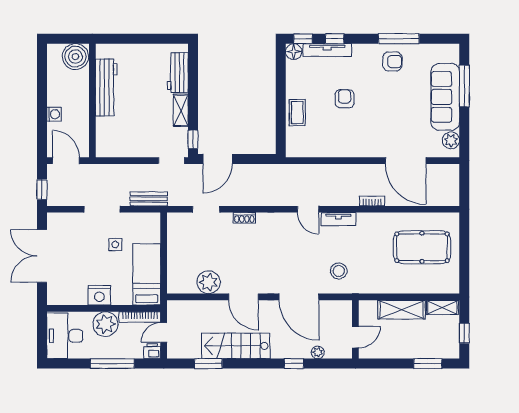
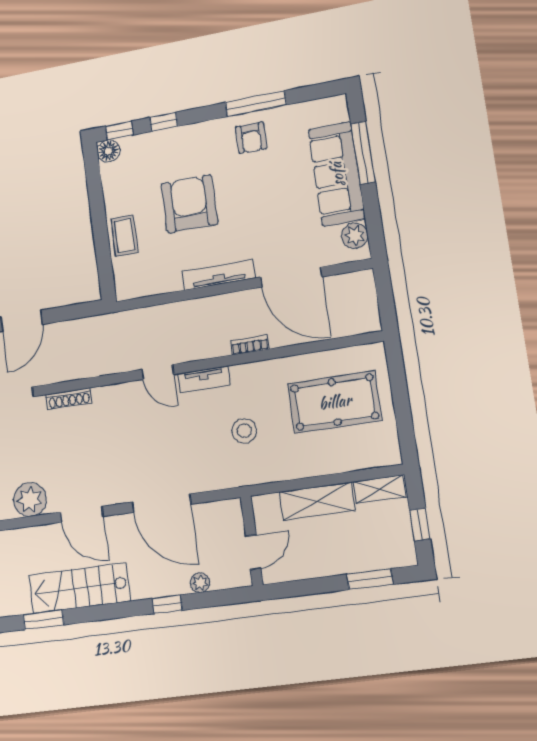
tv unit: (327, 50) -> (218, 275), moved, turned 180
armchair: (392, 61) -> (251, 138), turned 90
armchair: (345, 99) -> (189, 204), width x1.88, depth x1.88
shoe rack: (244, 218) -> (69, 399), width x1.43
stool: (339, 271) -> (244, 431), moved

